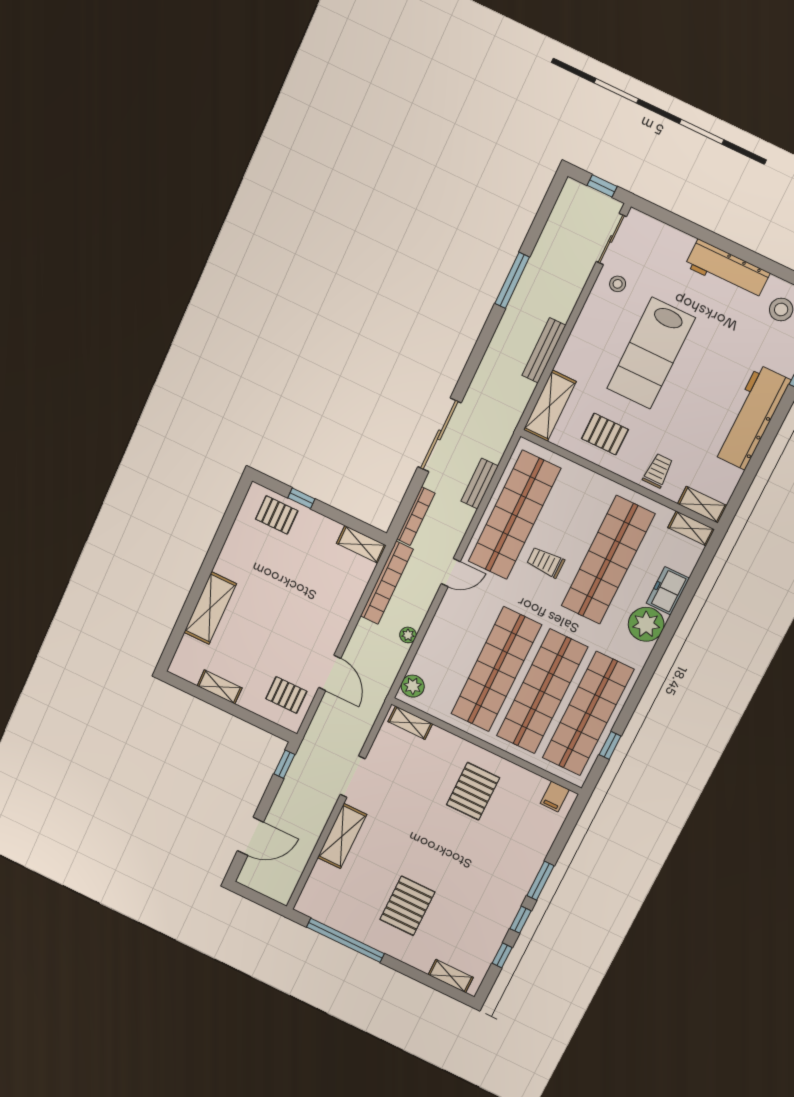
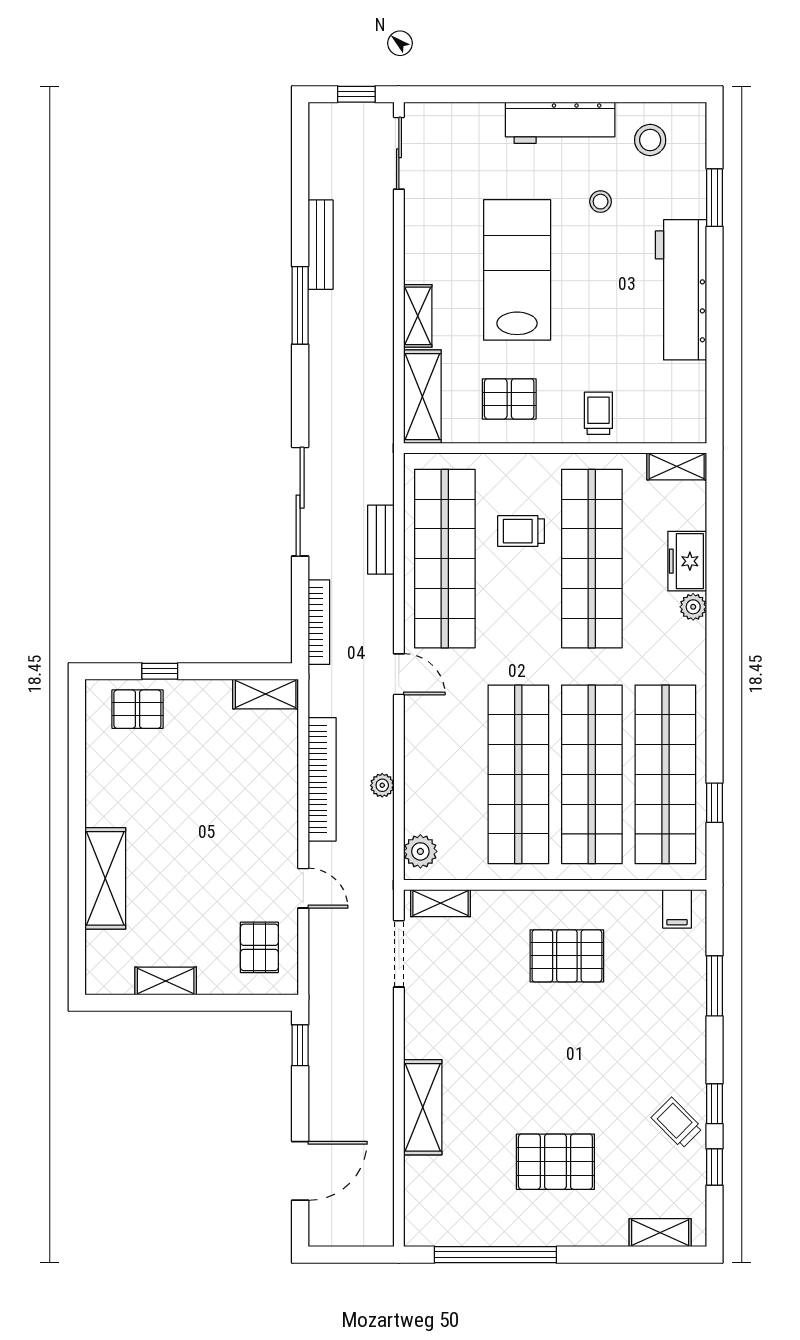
window: (512, 280) -> (300, 305), moved
stool: (618, 284) -> (601, 202), moved
bench: (544, 350) -> (321, 245), moved
lab bench: (651, 353) -> (517, 270), turned 180
shelving: (702, 505) -> (418, 316), moved, turned 90
trolley: (546, 562) -> (521, 531), moved
door: (451, 573) -> (399, 674), hinge flipped
bookcase: (387, 583) -> (322, 779), moved
plant: (646, 624) -> (693, 607), width x0.53, depth x0.53
door: (330, 673) -> (303, 888), width x0.73
pallet: (286, 695) -> (259, 947), turned 90
doorway: (353, 777) -> (399, 954), moved
pallet: (473, 791) -> (567, 956), turned 90
window: (540, 881) -> (714, 986), moved
pallet: (407, 906) -> (555, 1162), turned 90
trolley: (492, 919) -> (677, 1123), added

